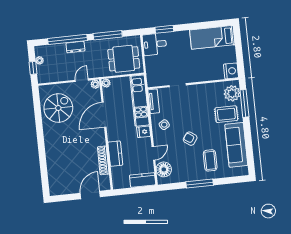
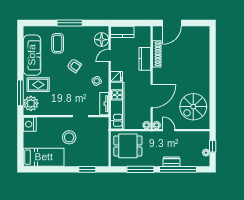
desk: (155, 44) -> (98, 156), removed
stool: (187, 61) -> (69, 137), added
door: (82, 80) -> (169, 130), swing flipped

